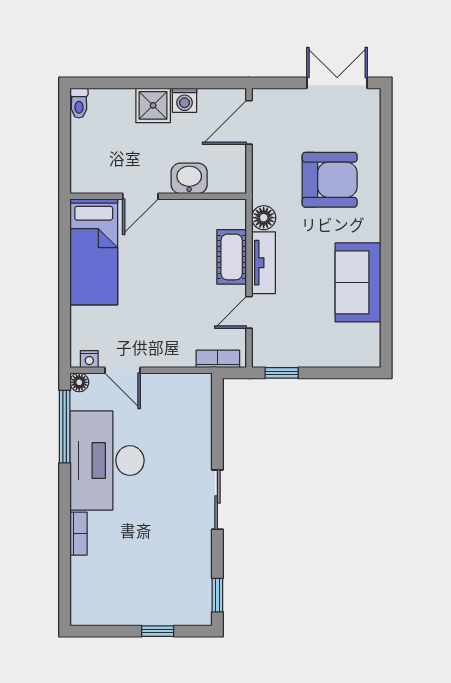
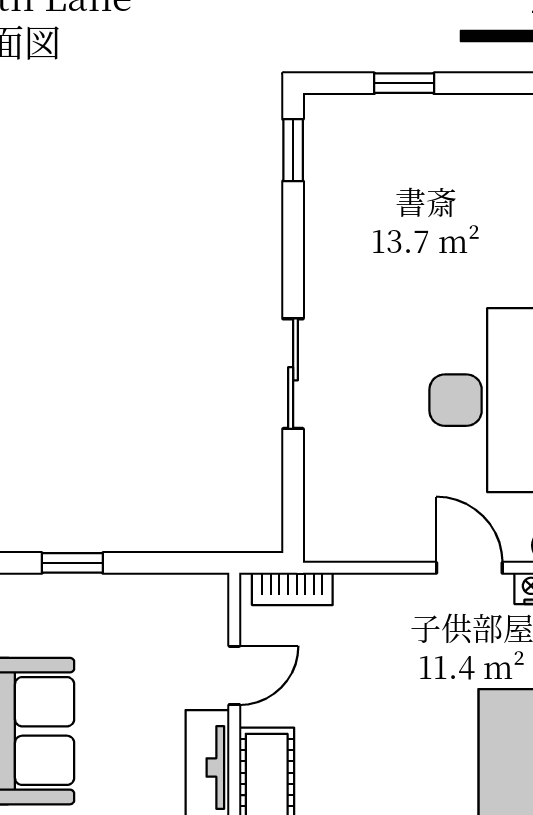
window: (282, 373) -> (72, 563), moved
sliding door: (217, 500) -> (293, 374), moved

